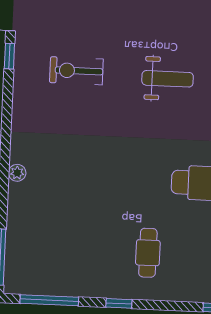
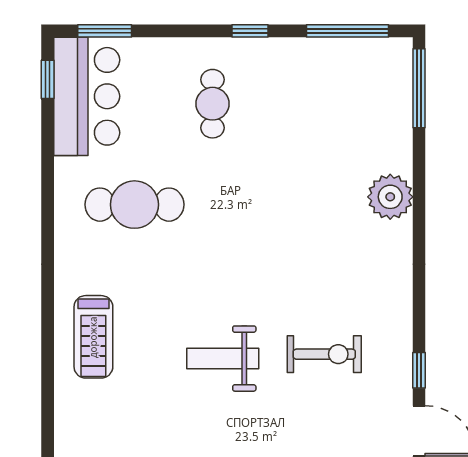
weight bench: (168, 79) -> (223, 359), moved
plant: (17, 173) -> (390, 197), width x1.88, depth x1.88

